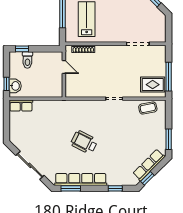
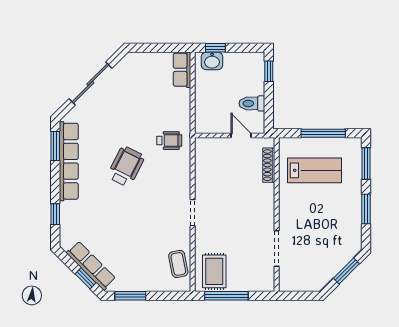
toilet: (27, 60) -> (252, 103), moved
door: (64, 67) -> (241, 135), swing flipped
wheelchair: (67, 114) -> (169, 141), added
window: (147, 178) -> (86, 278), moved

